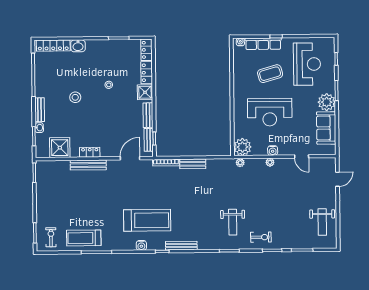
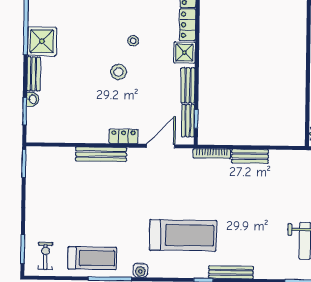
stool: (75, 97) -> (119, 72), moved
shower: (60, 148) -> (42, 41), moved
locker: (90, 152) -> (123, 136), moved
treadmill: (84, 238) -> (92, 258), turned 180
water cooler: (141, 245) -> (140, 270), moved

